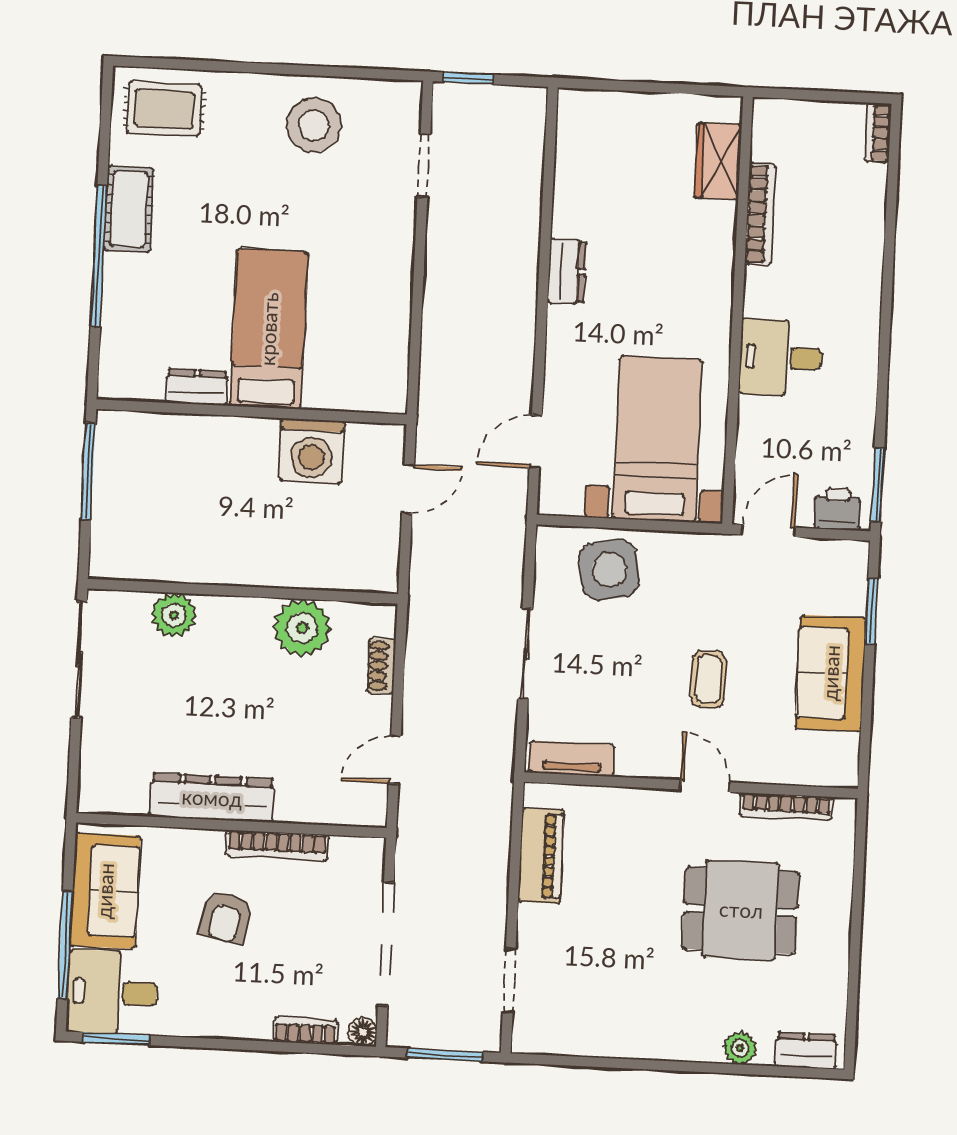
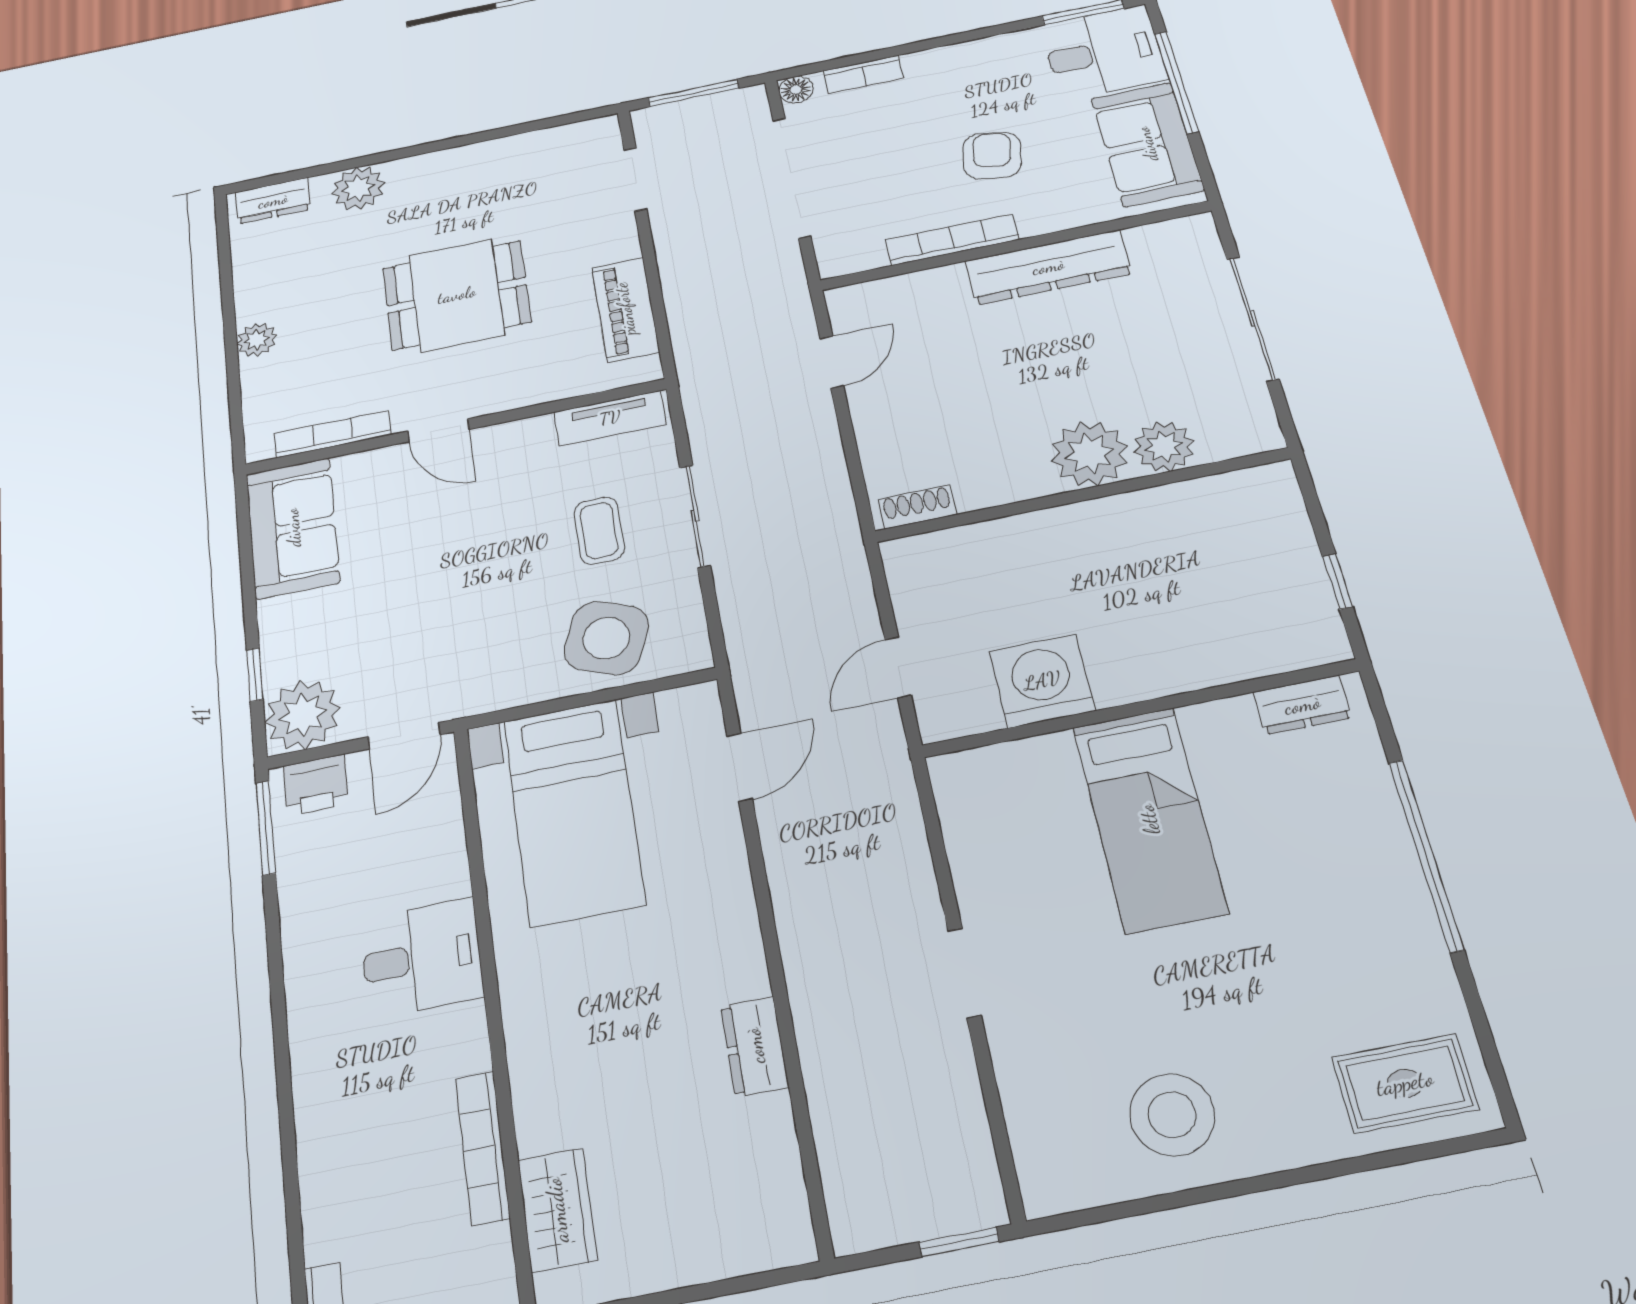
doorway: (424, 165) -> (964, 973), moved
cot: (129, 209) -> (1406, 928), removed
dresser: (567, 271) -> (755, 1046), moved
dresser: (197, 387) -> (1302, 705), moved
window: (88, 471) -> (1338, 582), width x0.46
plant: (840, 568) -> (303, 715), added
side table: (609, 570) -> (606, 638), turned 32
window: (871, 611) -> (255, 675), width x0.67
plant: (302, 628) -> (1089, 454), moved
sliding door: (79, 660) -> (1253, 318), moved
shoe rack: (381, 666) -> (917, 507), moved, turned -90
sofa: (831, 673) -> (293, 528), moved
coffee table: (708, 679) -> (599, 531), moved
dining table: (741, 910) -> (457, 295), moved
plant: (835, 914) -> (257, 340), added
plant: (740, 1048) -> (358, 188), width x1.38, depth x1.38

